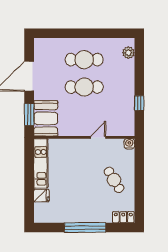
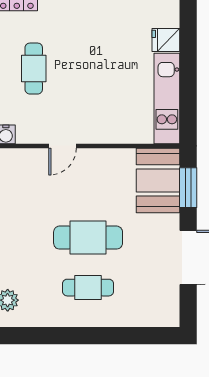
cafe table: (84, 60) -> (88, 288), width x0.73, depth x0.74
cafe table: (114, 180) -> (34, 69), turned 31

